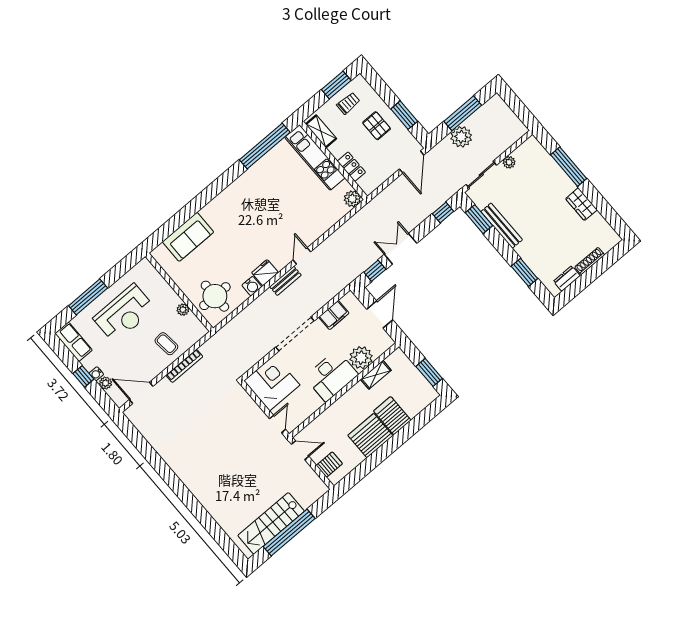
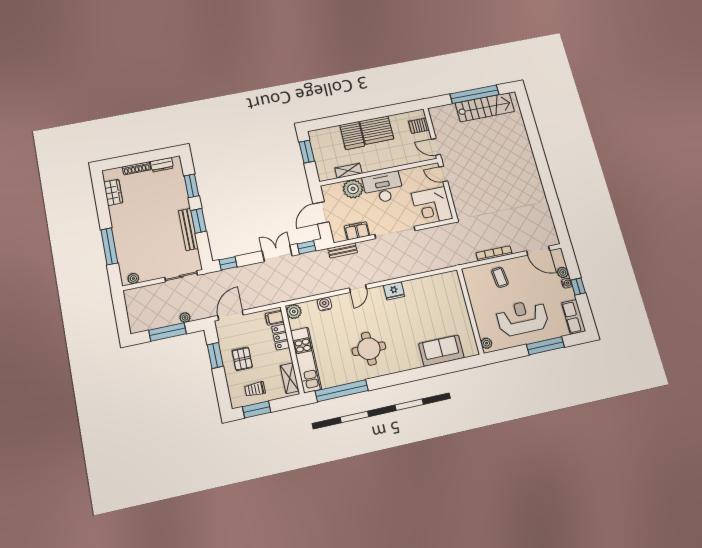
plant: (461, 137) -> (185, 318), width x0.53, depth x0.53
plant: (509, 162) -> (133, 278), moved
filing cabinet: (368, 182) -> (275, 318), added
wardrobe: (581, 204) -> (113, 192), moved
window: (479, 219) -> (198, 221), moved
double door: (401, 249) -> (277, 253), swing flipped
bench: (285, 281) -> (343, 250), moved
water cooler: (252, 286) -> (324, 304), moved
round table: (215, 296) -> (369, 349), moved
plant: (183, 310) -> (486, 343), moved
door: (278, 424) -> (443, 174), hinge flipped

